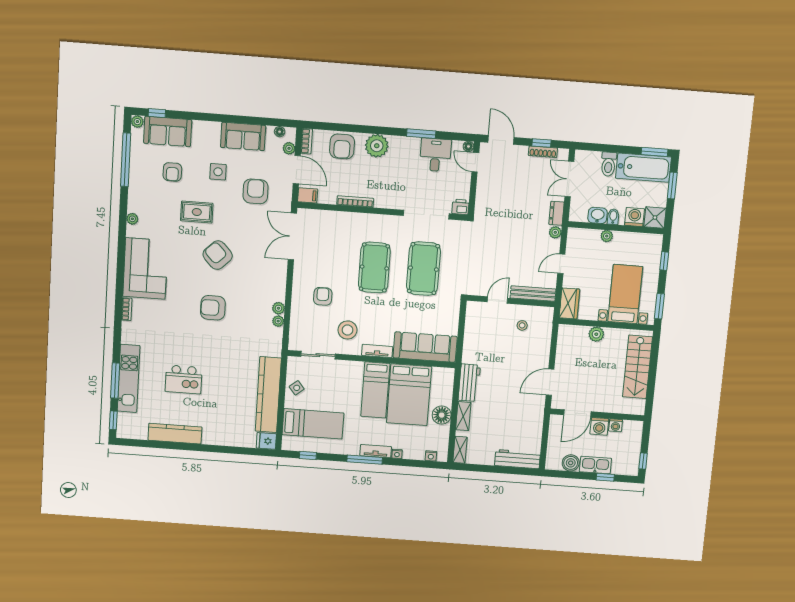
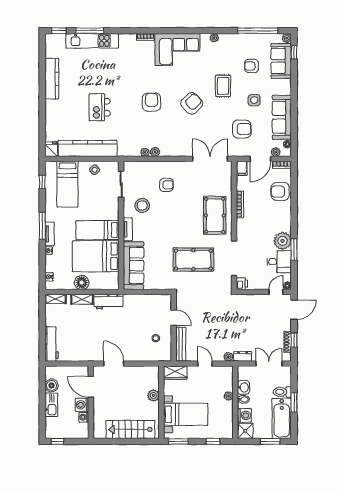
sofa: (243, 136) -> (282, 117), width x1.36
plant: (377, 146) -> (283, 241), moved
window: (654, 152) -> (294, 402), moved
pool table: (374, 268) -> (215, 215), moved, turned 90
kitchen island: (184, 379) -> (100, 107), moved
window: (605, 477) -> (42, 413), removed

